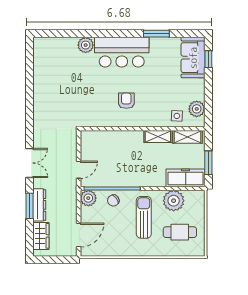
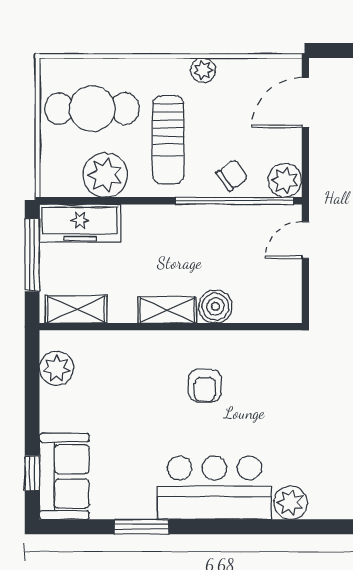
side table: (177, 116) -> (98, 353), removed
shelving: (158, 137) -> (167, 310), moved
boiler: (121, 138) -> (215, 306), added
window: (208, 163) -> (32, 255), width x1.44
cafe table: (180, 232) -> (92, 109), width x1.37, depth x1.35
plant: (127, 250) -> (203, 70), added

